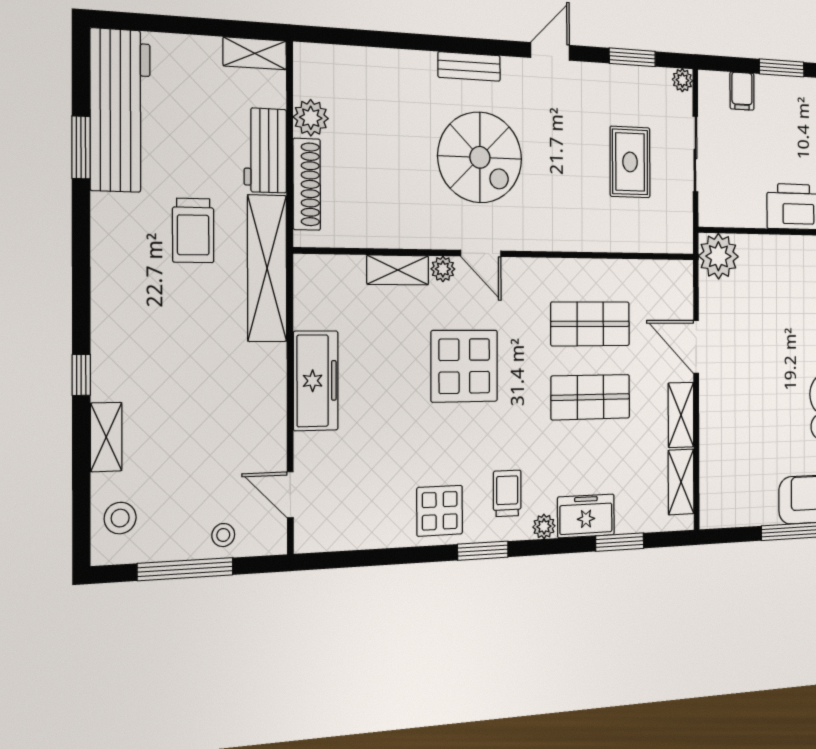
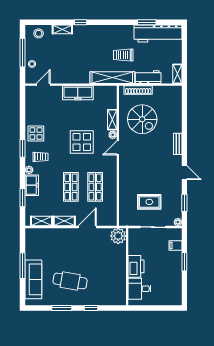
plant: (311, 118) -> (159, 91), removed
spiral stairs: (480, 157) -> (142, 119), moved, turned -90

